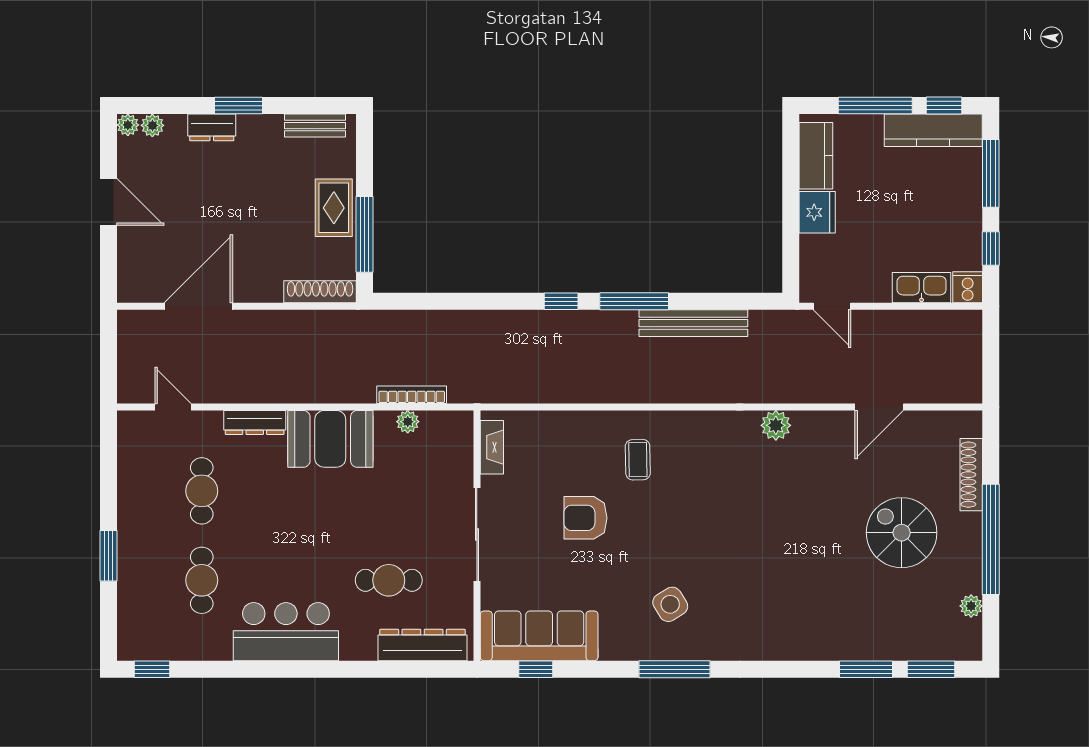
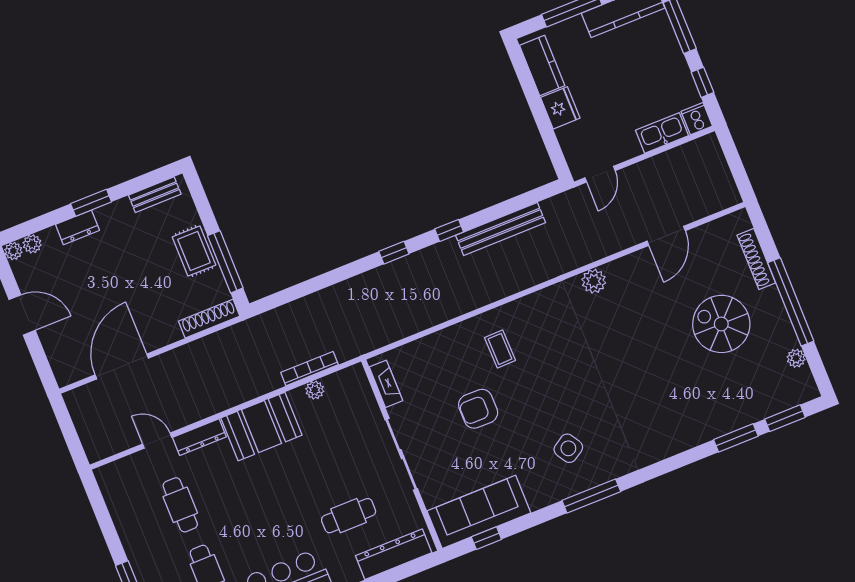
window: (634, 301) -> (449, 230), width x0.46
door: (832, 306) -> (600, 174), hinge flipped
door: (173, 407) -> (157, 441), moved

